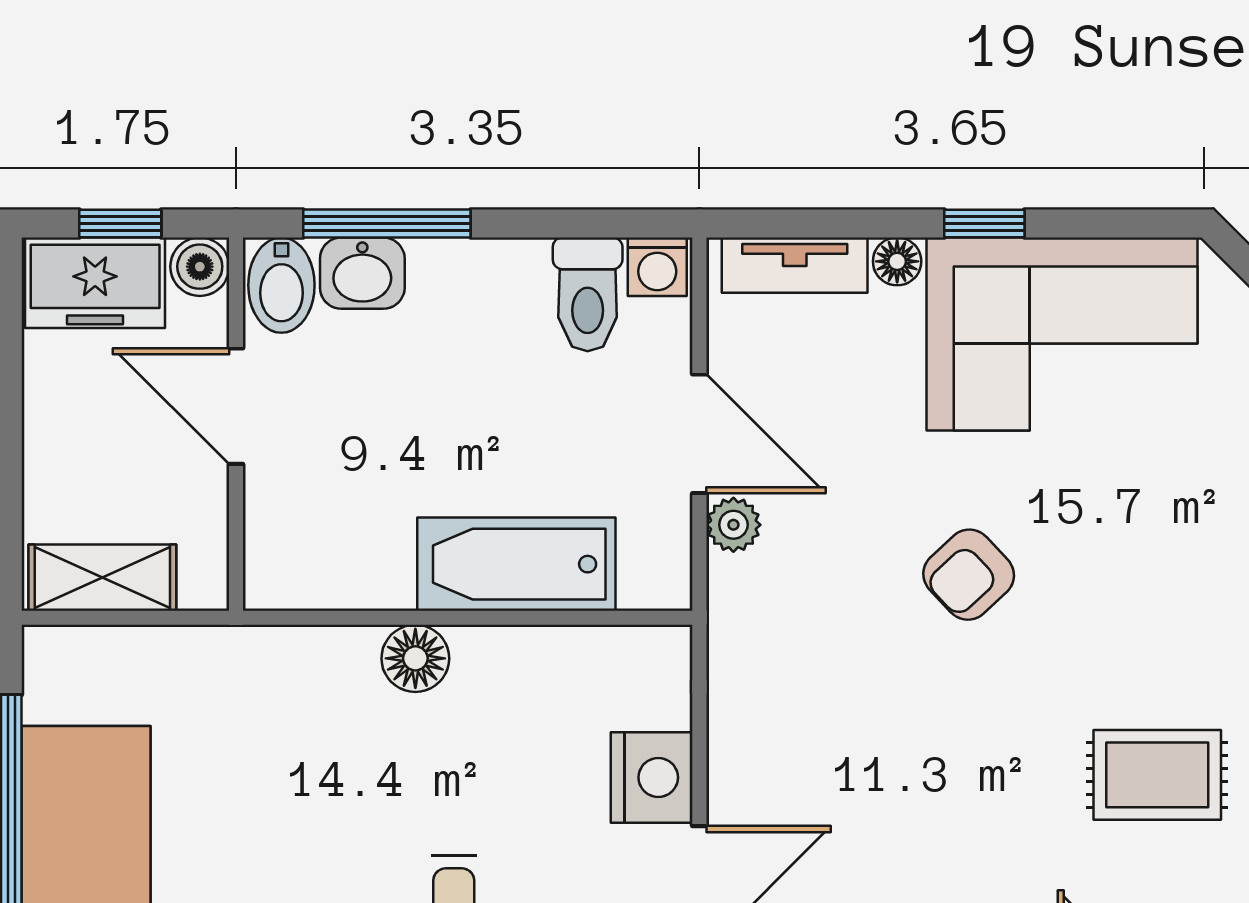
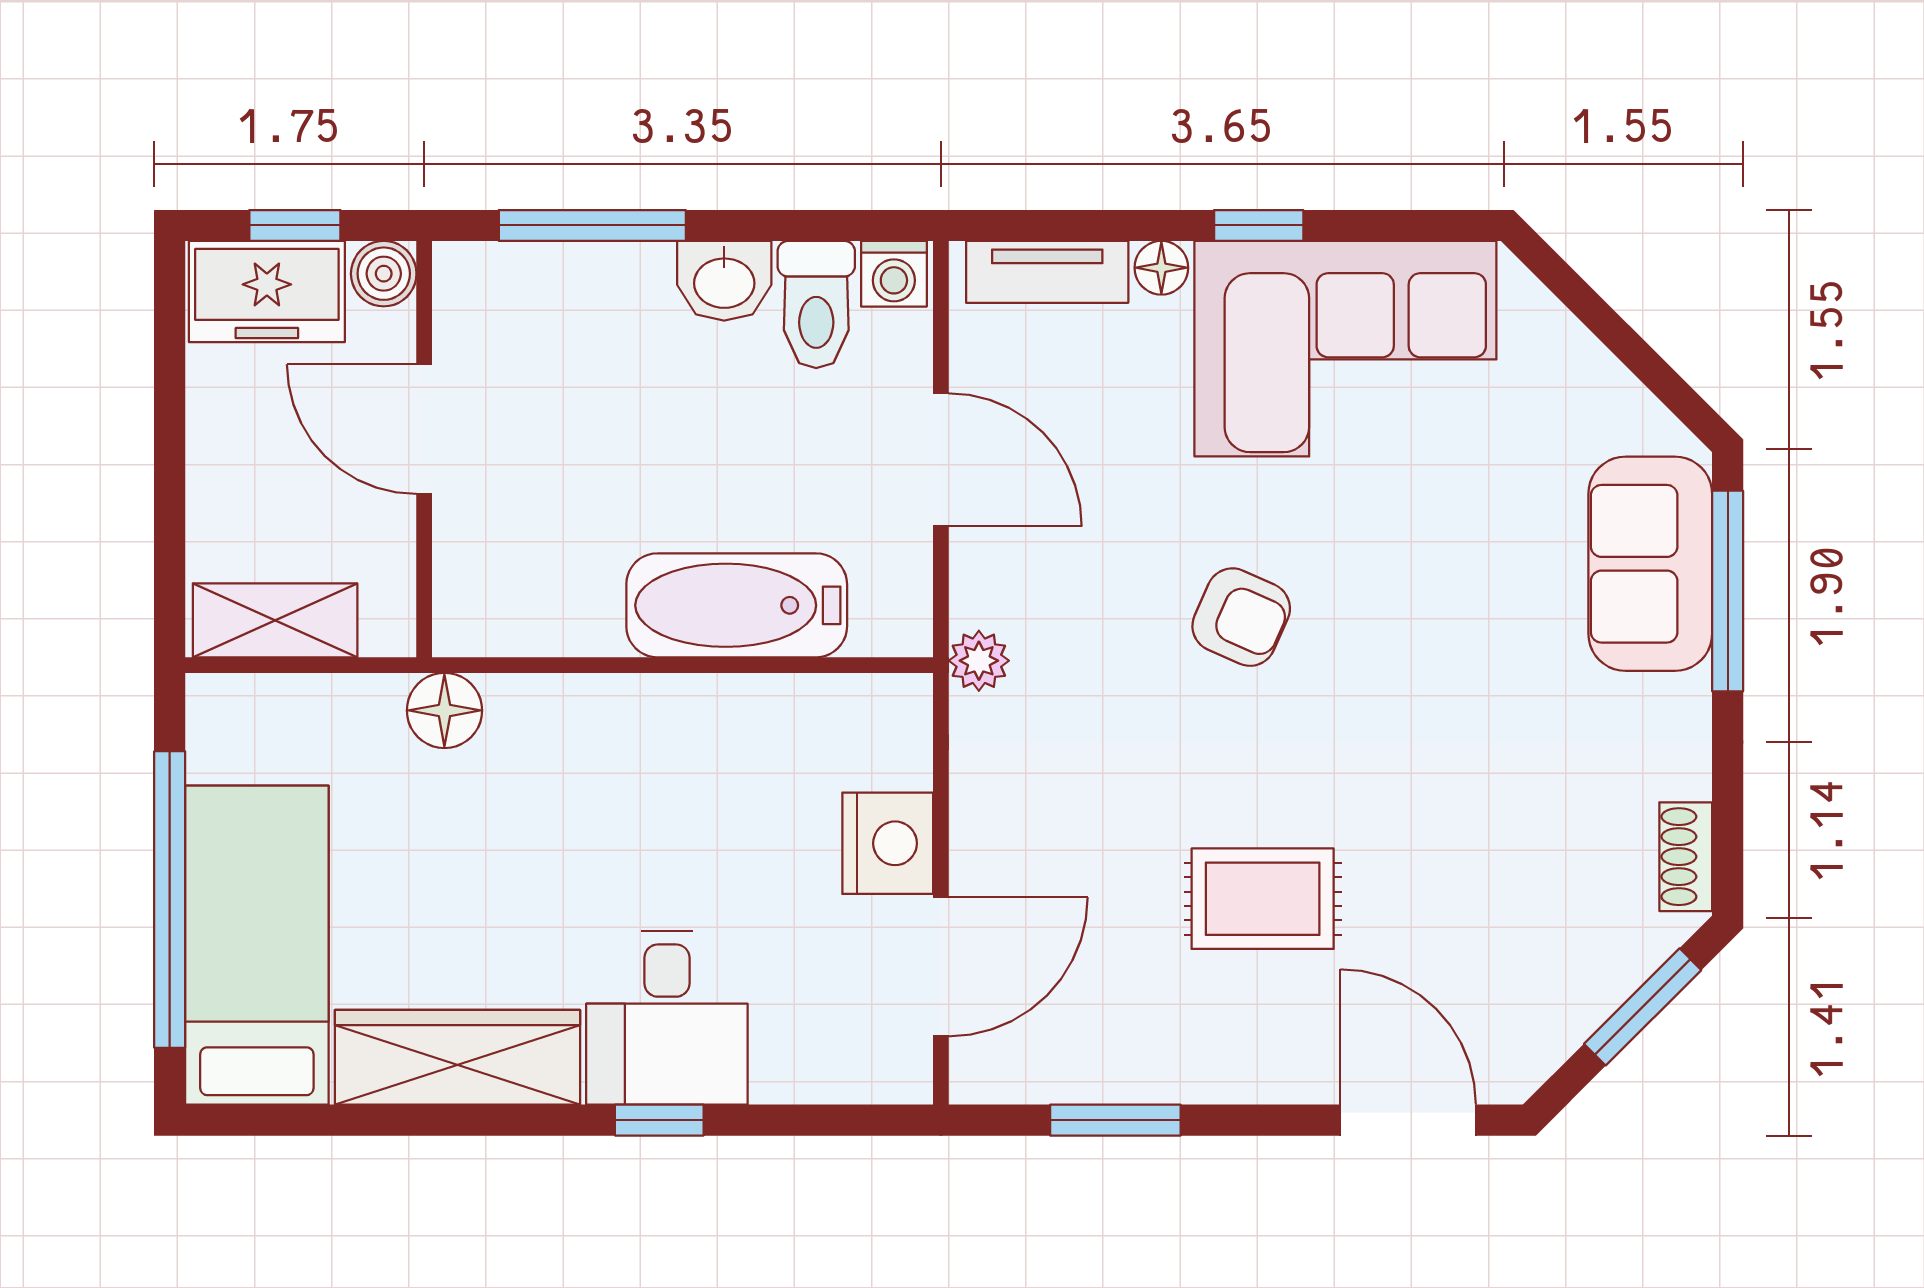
washbasin: (362, 273) -> (724, 281), moved
bidet: (281, 285) -> (475, 294), removed
plant: (733, 525) -> (979, 661), moved
armchair: (969, 575) -> (1241, 617), turned -113
floor lamp: (415, 658) -> (444, 710), moved
rug: (1157, 775) -> (1263, 899), moved

